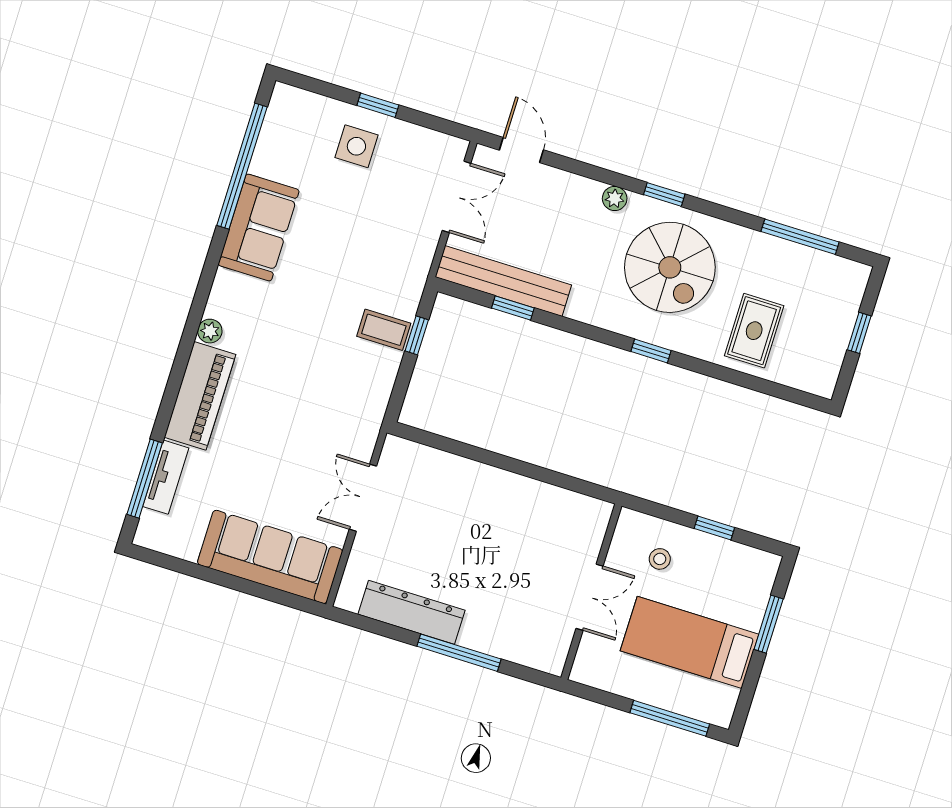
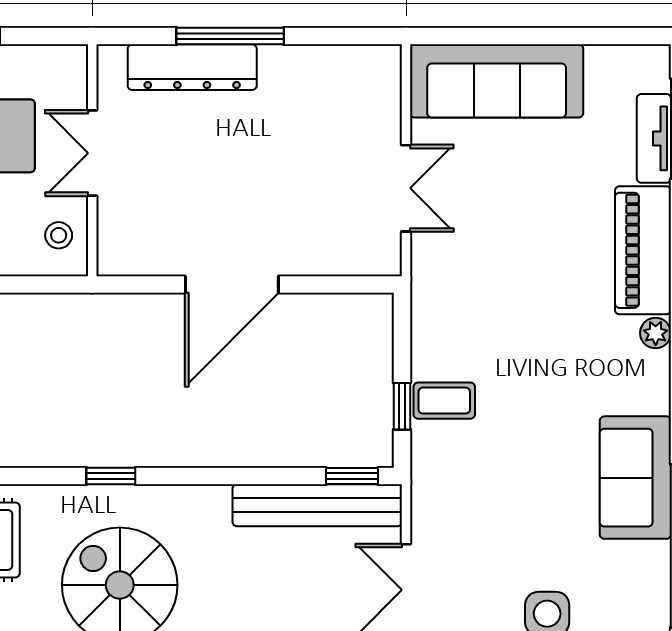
window: (513, 308) -> (352, 476), moved
door: (516, 466) -> (232, 285), added
stool: (660, 559) -> (59, 235), moved
dresser: (411, 612) -> (192, 67), moved

